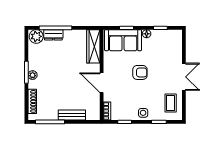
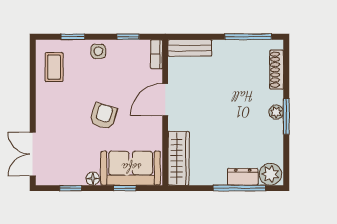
armchair: (140, 72) -> (103, 116), turned 106
double door: (184, 77) -> (33, 154), moved
door: (102, 83) -> (165, 100), swing flipped
bench: (72, 115) -> (190, 48), moved

